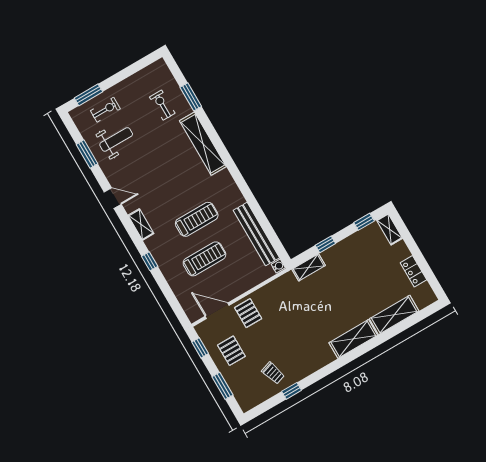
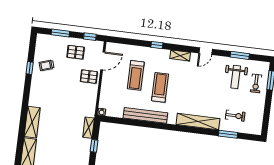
treadmill: (197, 219) -> (160, 87), turned 180
bench: (256, 234) -> (145, 115), moved

